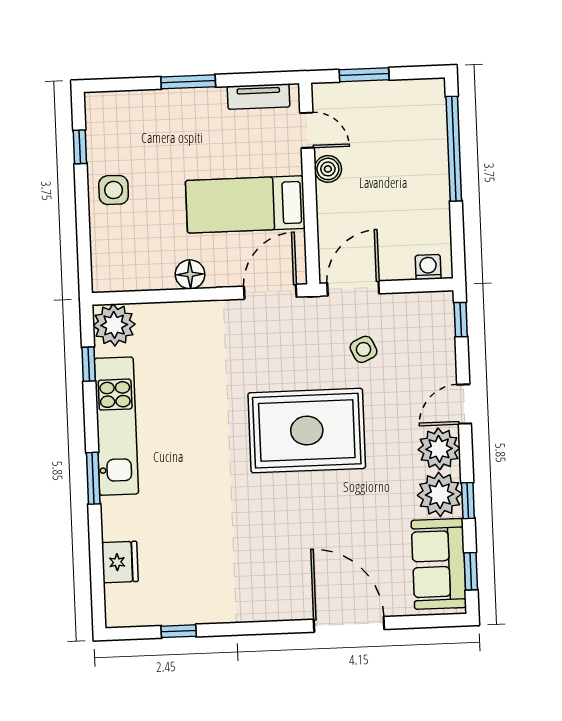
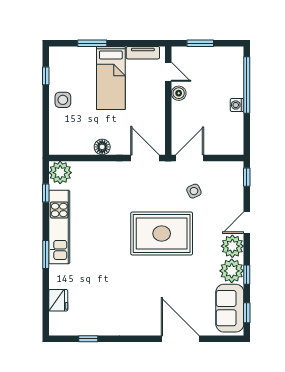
window: (188, 82) -> (92, 43), moved
bed: (245, 204) -> (111, 78), moved, turned -90
washing machine: (428, 267) -> (237, 105), moved, turned -90
door: (270, 292) -> (145, 158), hinge flipped

